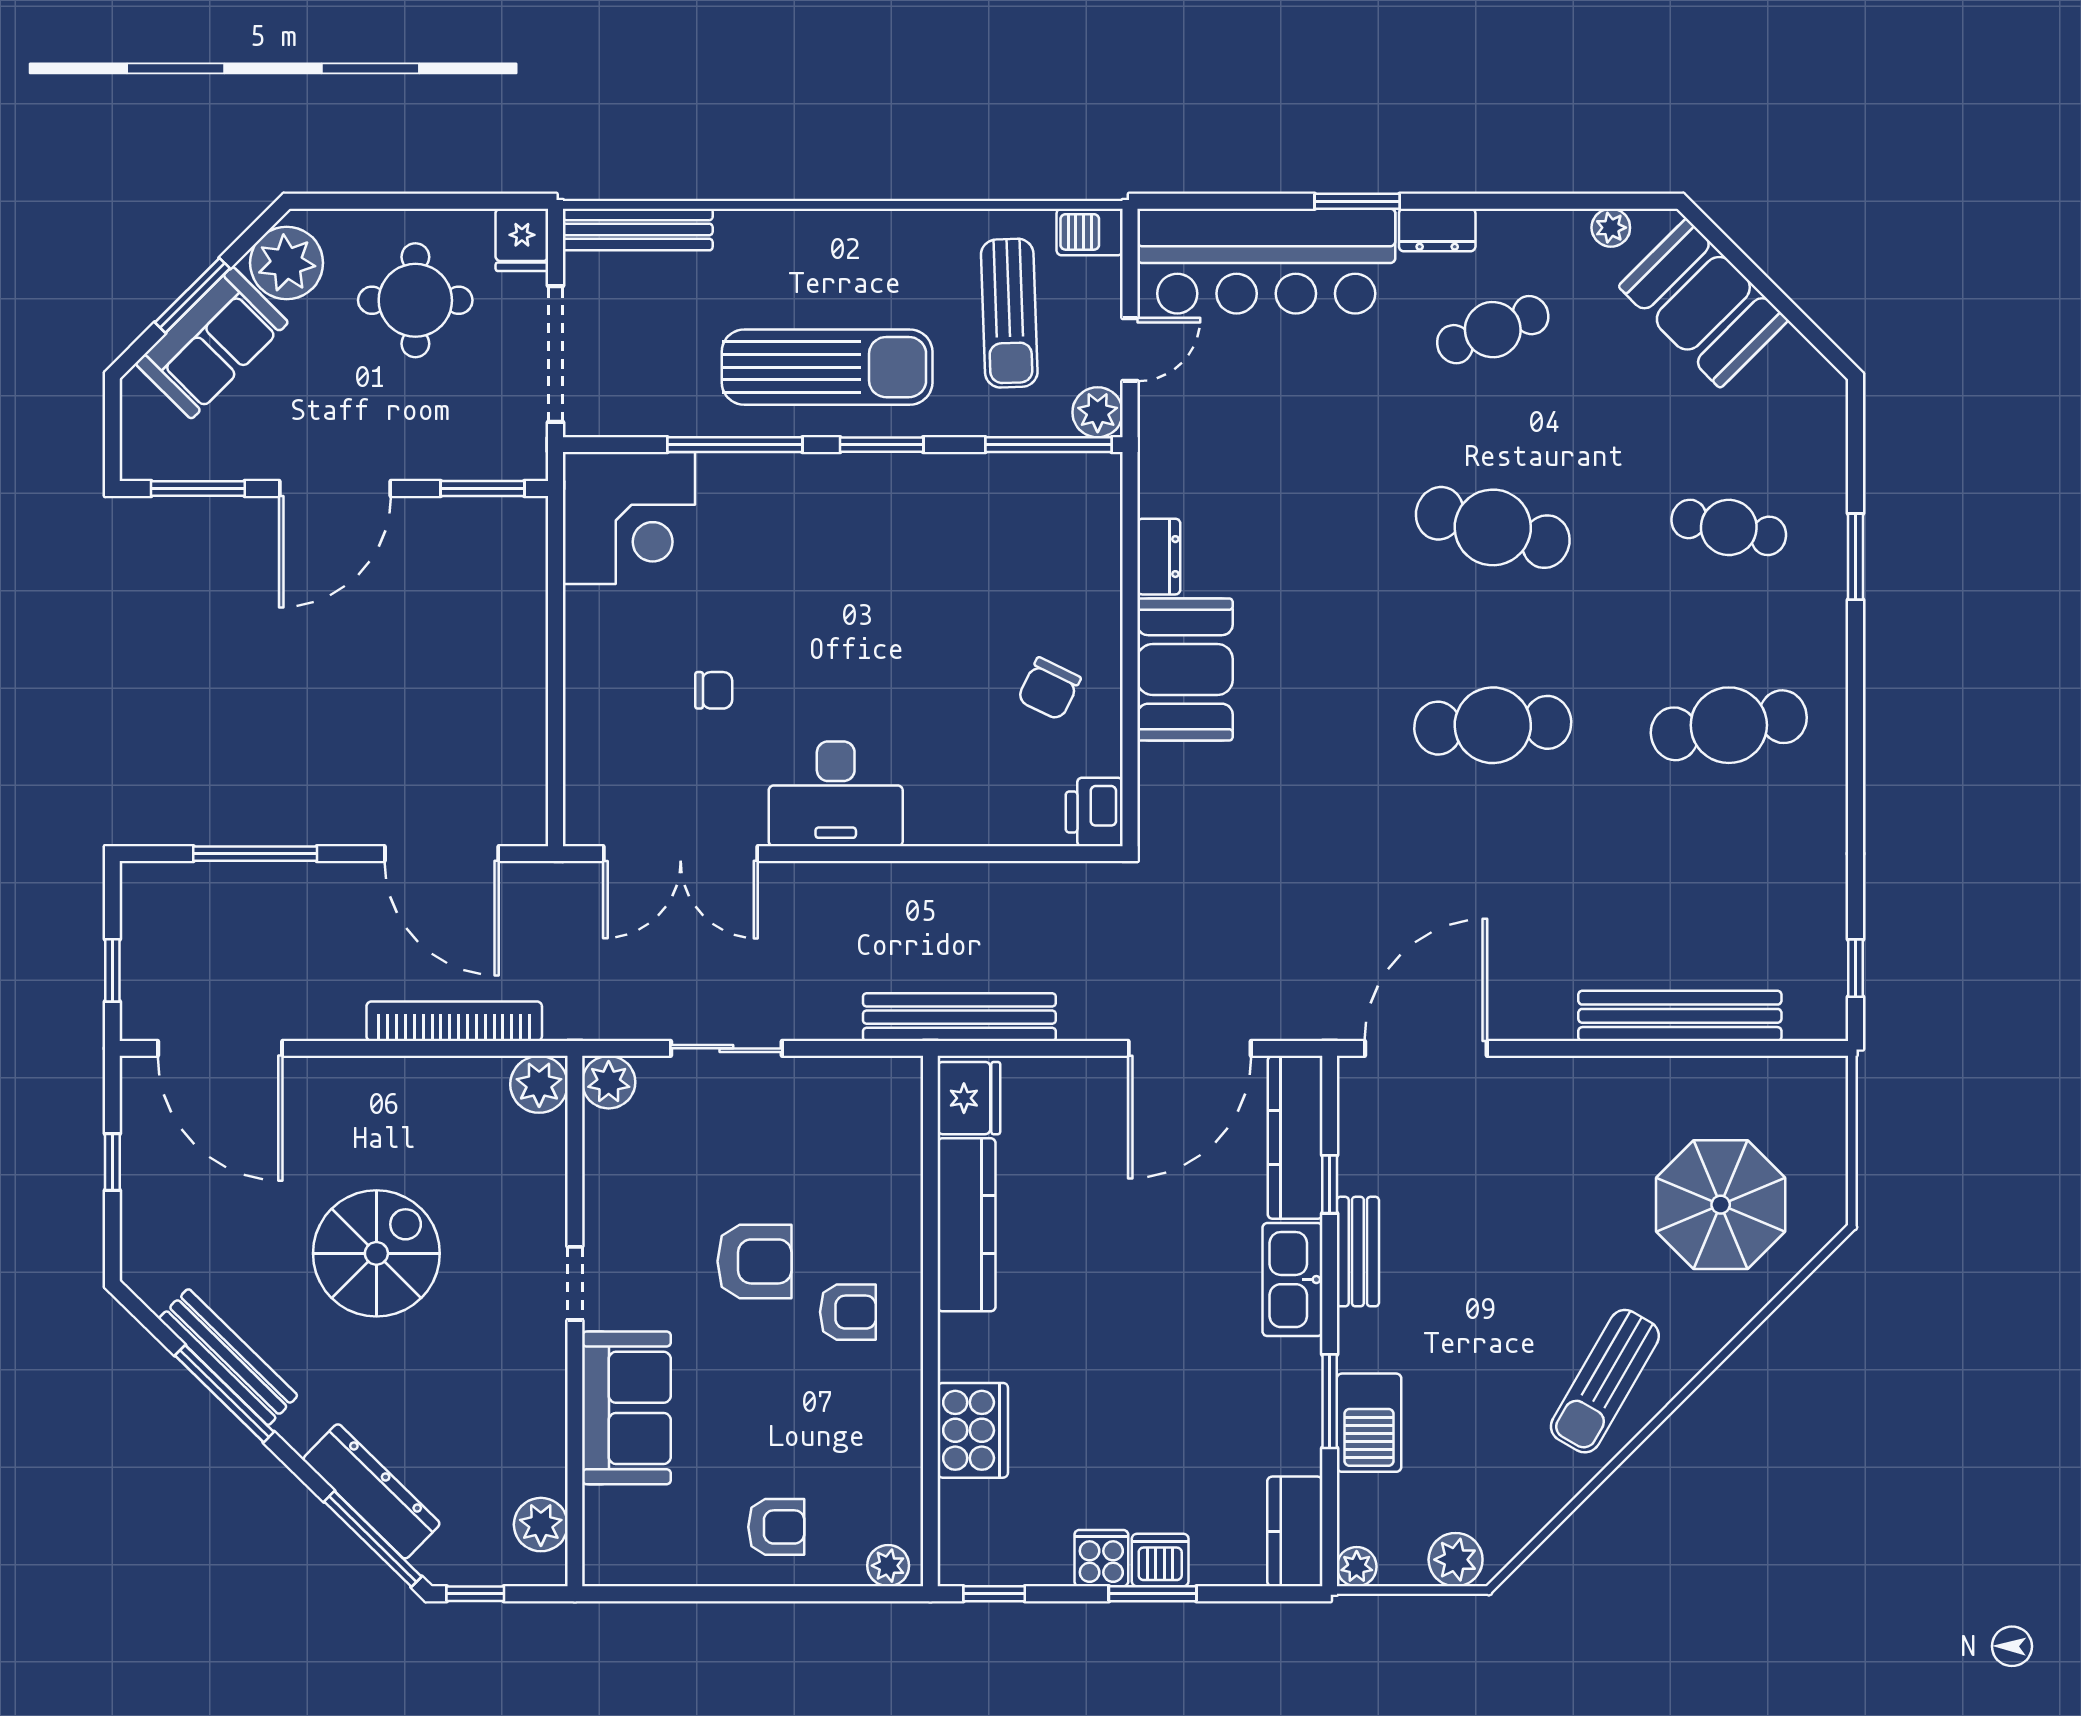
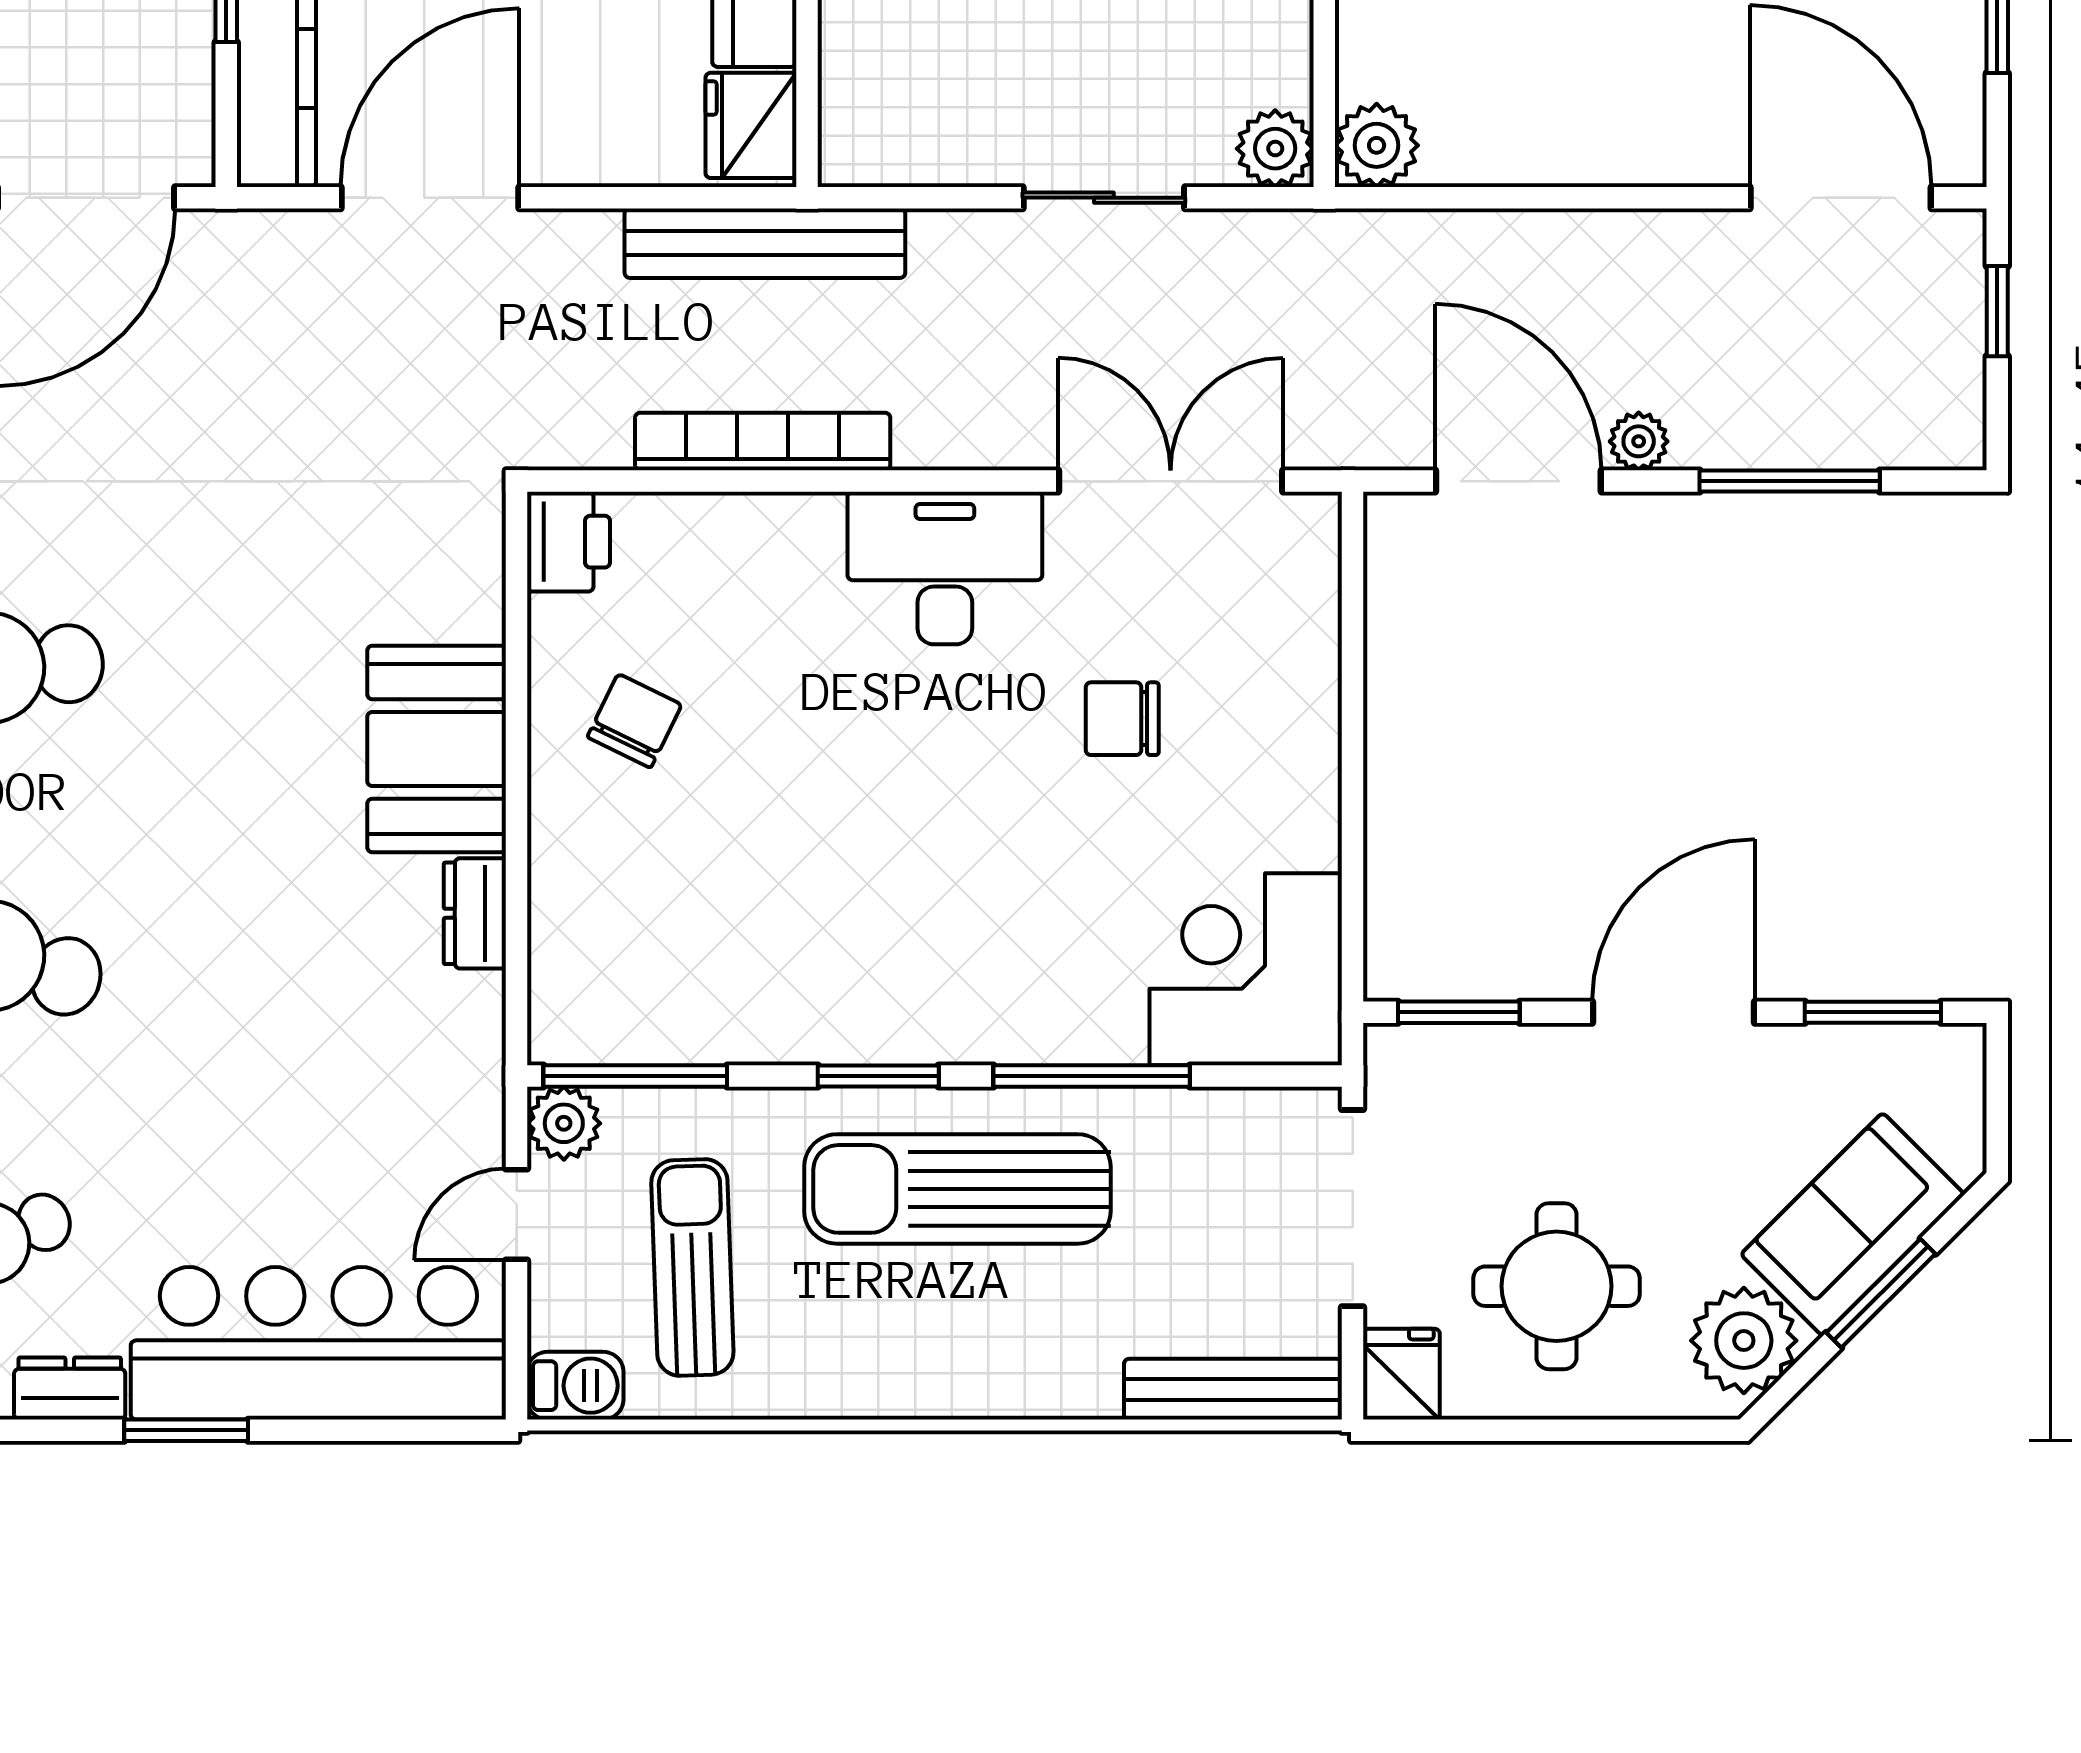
chair: (714, 690) -> (1122, 719), width x1.37, depth x1.37
plant: (359, 881) -> (1639, 441), added
bookcase: (454, 1021) -> (763, 441), moved, turned 180

